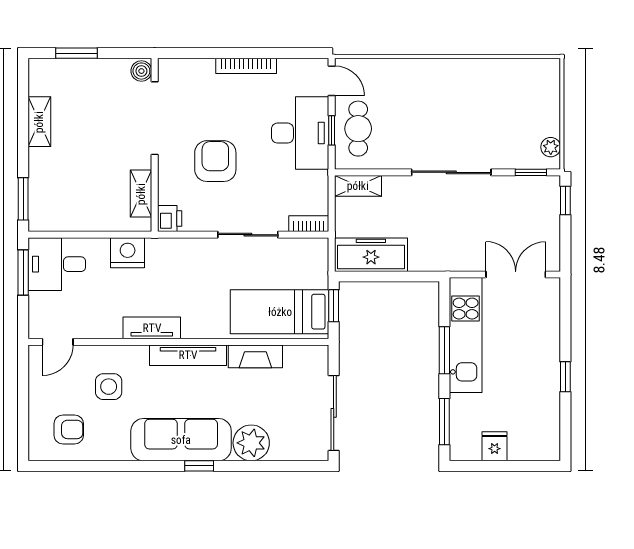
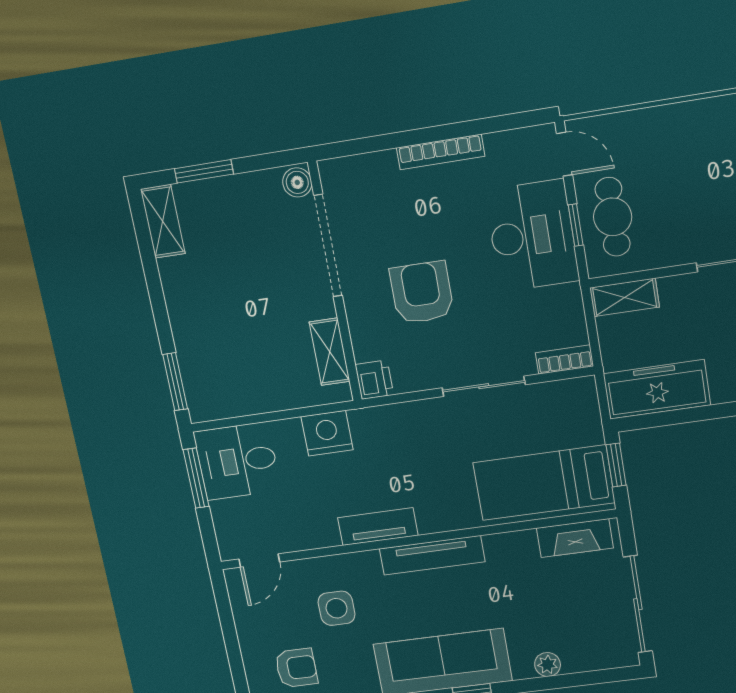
shelving: (39, 122) -> (163, 221), moved
fireplace: (255, 356) -> (575, 538), moved
plant: (251, 443) -> (548, 665), width x0.53, depth x0.53

